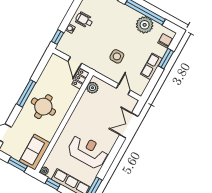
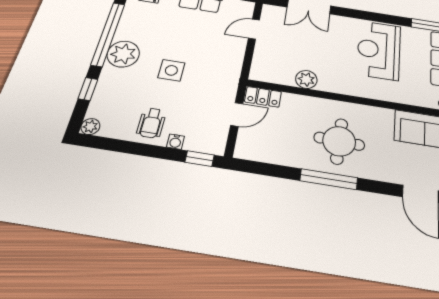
plant: (145, 25) -> (123, 54), moved
side table: (117, 56) -> (171, 70), moved
plant: (92, 88) -> (306, 79), moved

